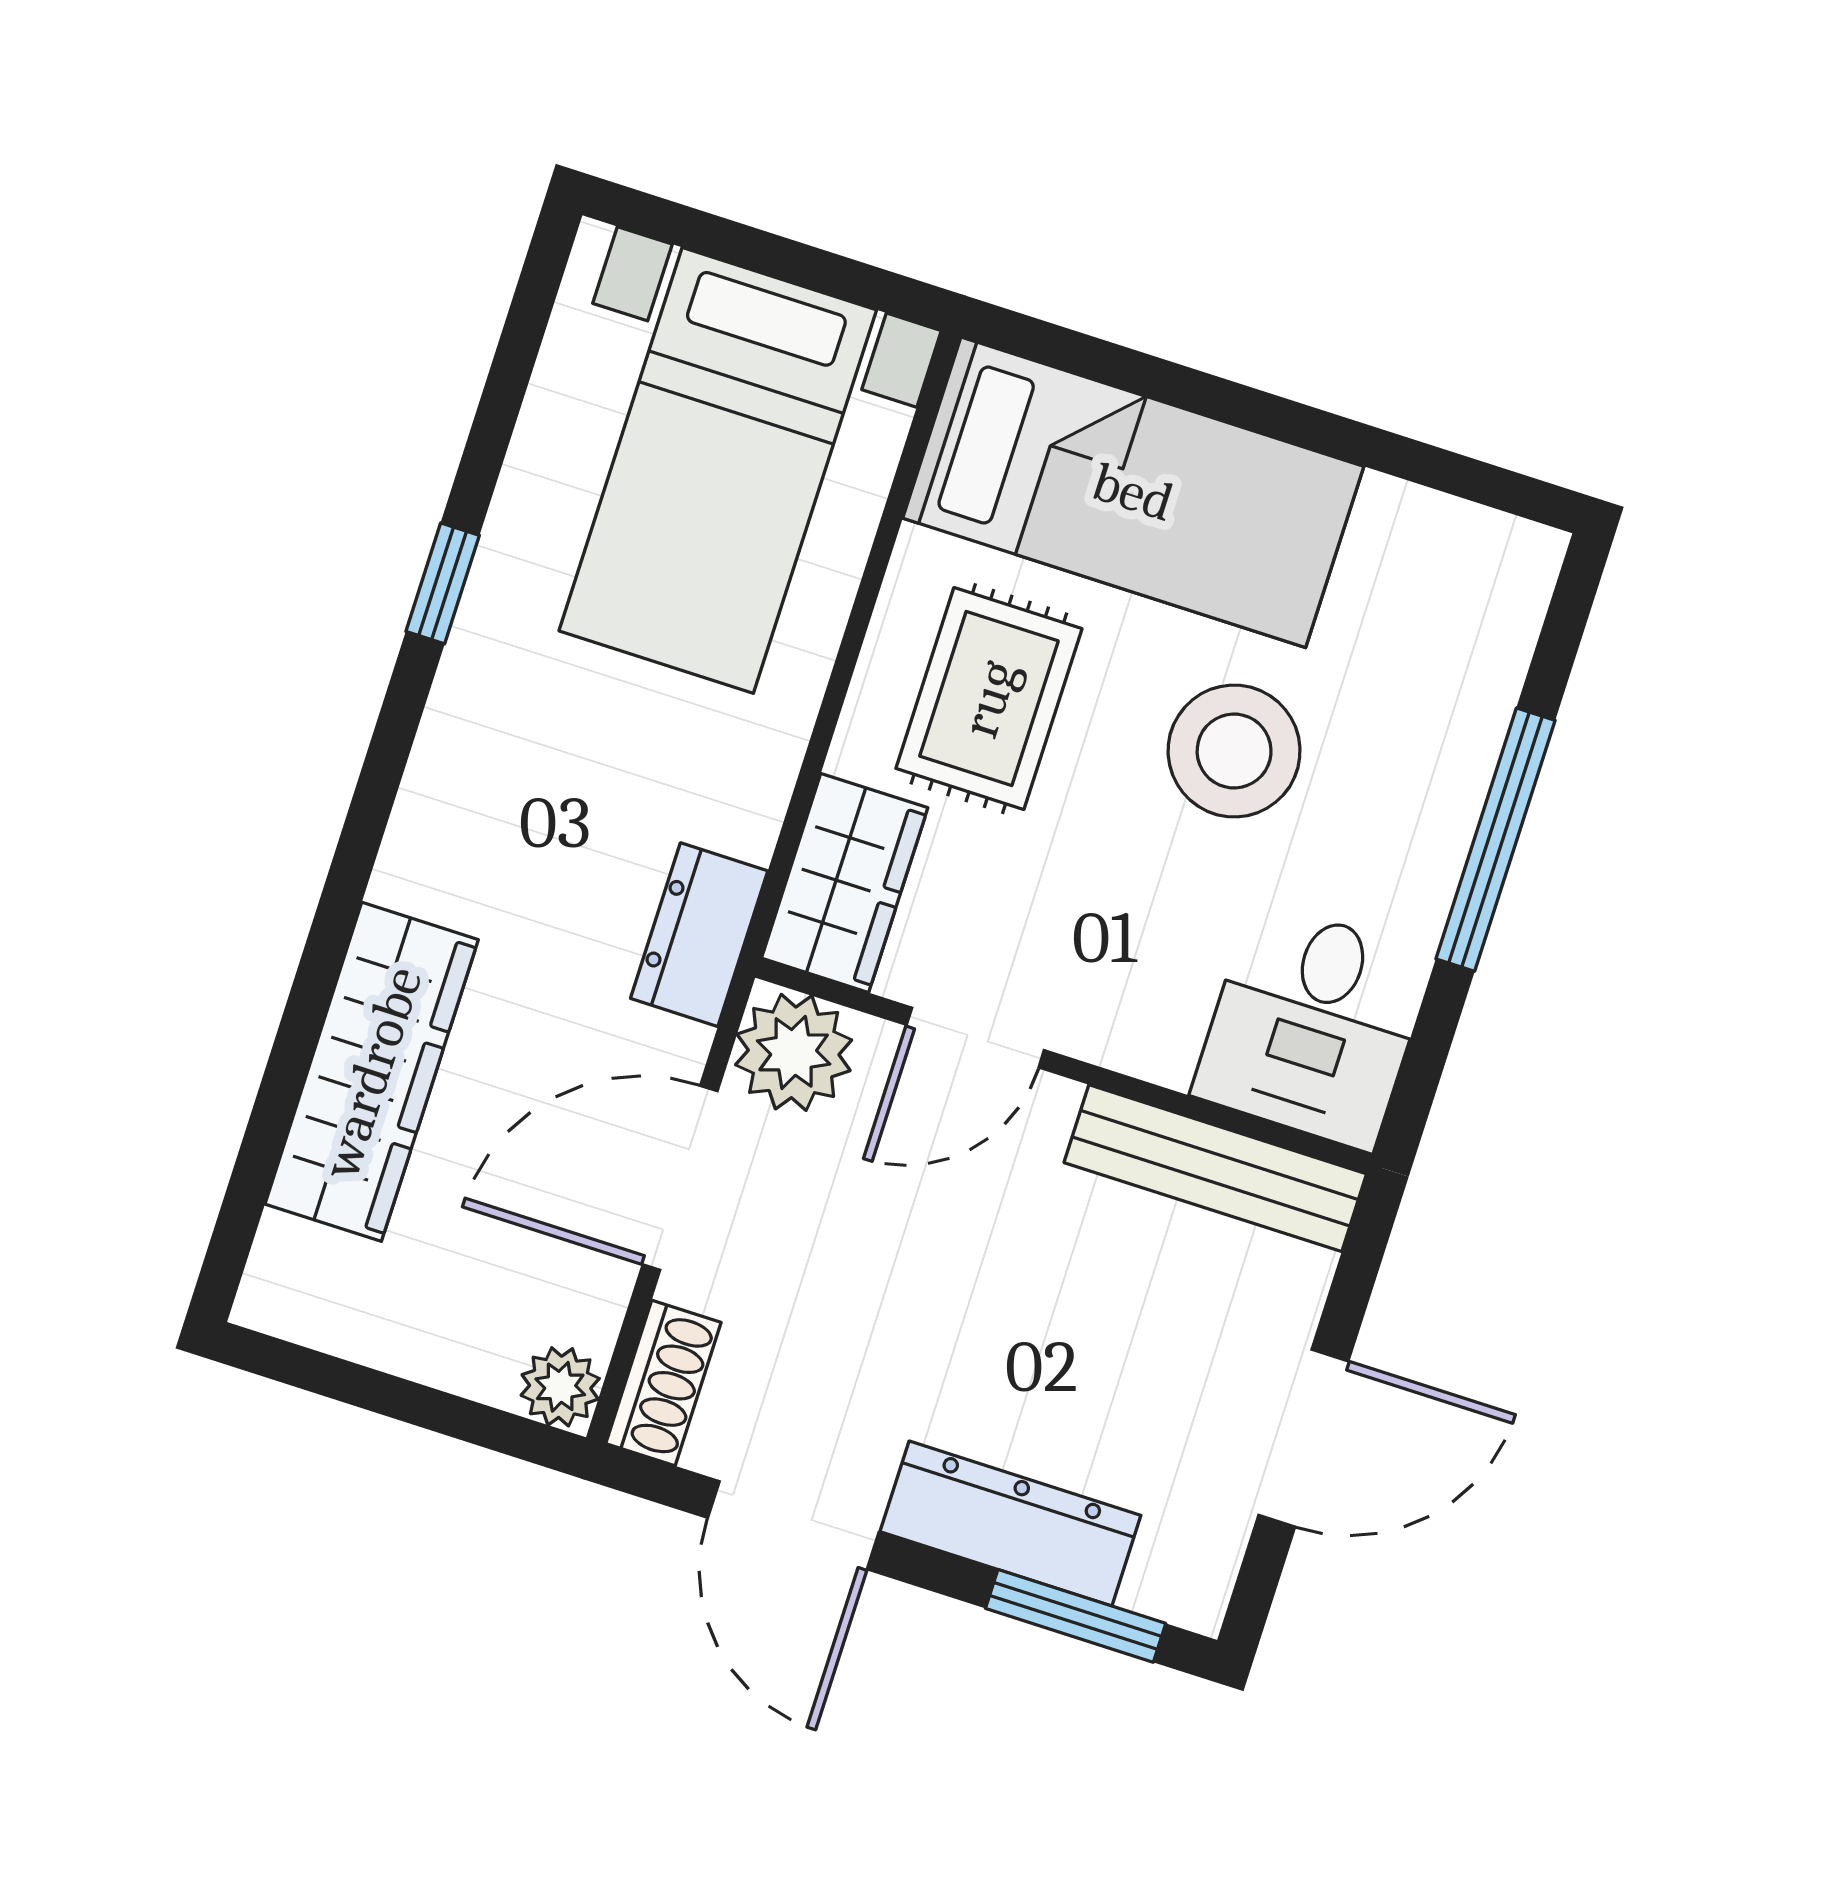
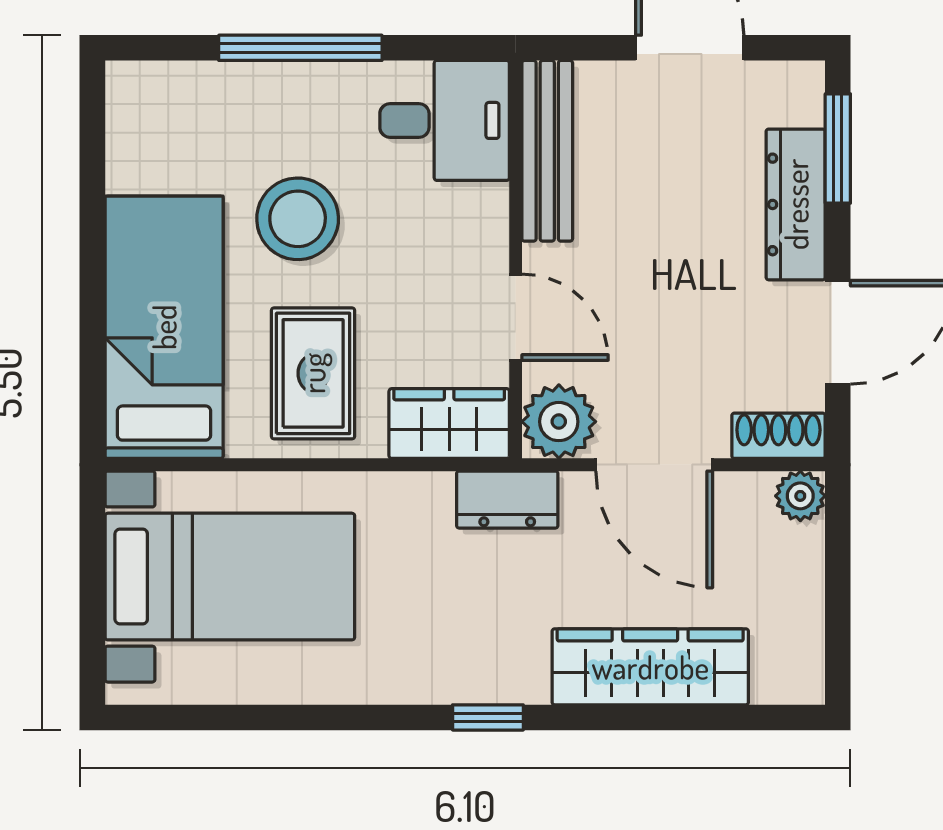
window: (443, 583) -> (488, 717), moved
rug: (989, 699) -> (313, 373), turned 90

